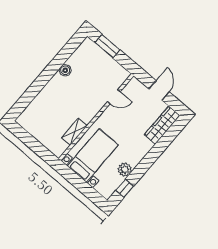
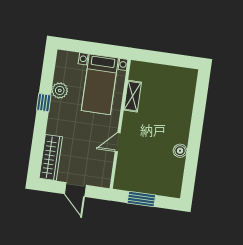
window: (107, 46) -> (141, 199), moved
door: (114, 97) -> (118, 142), moved
window: (125, 188) -> (44, 103), moved

